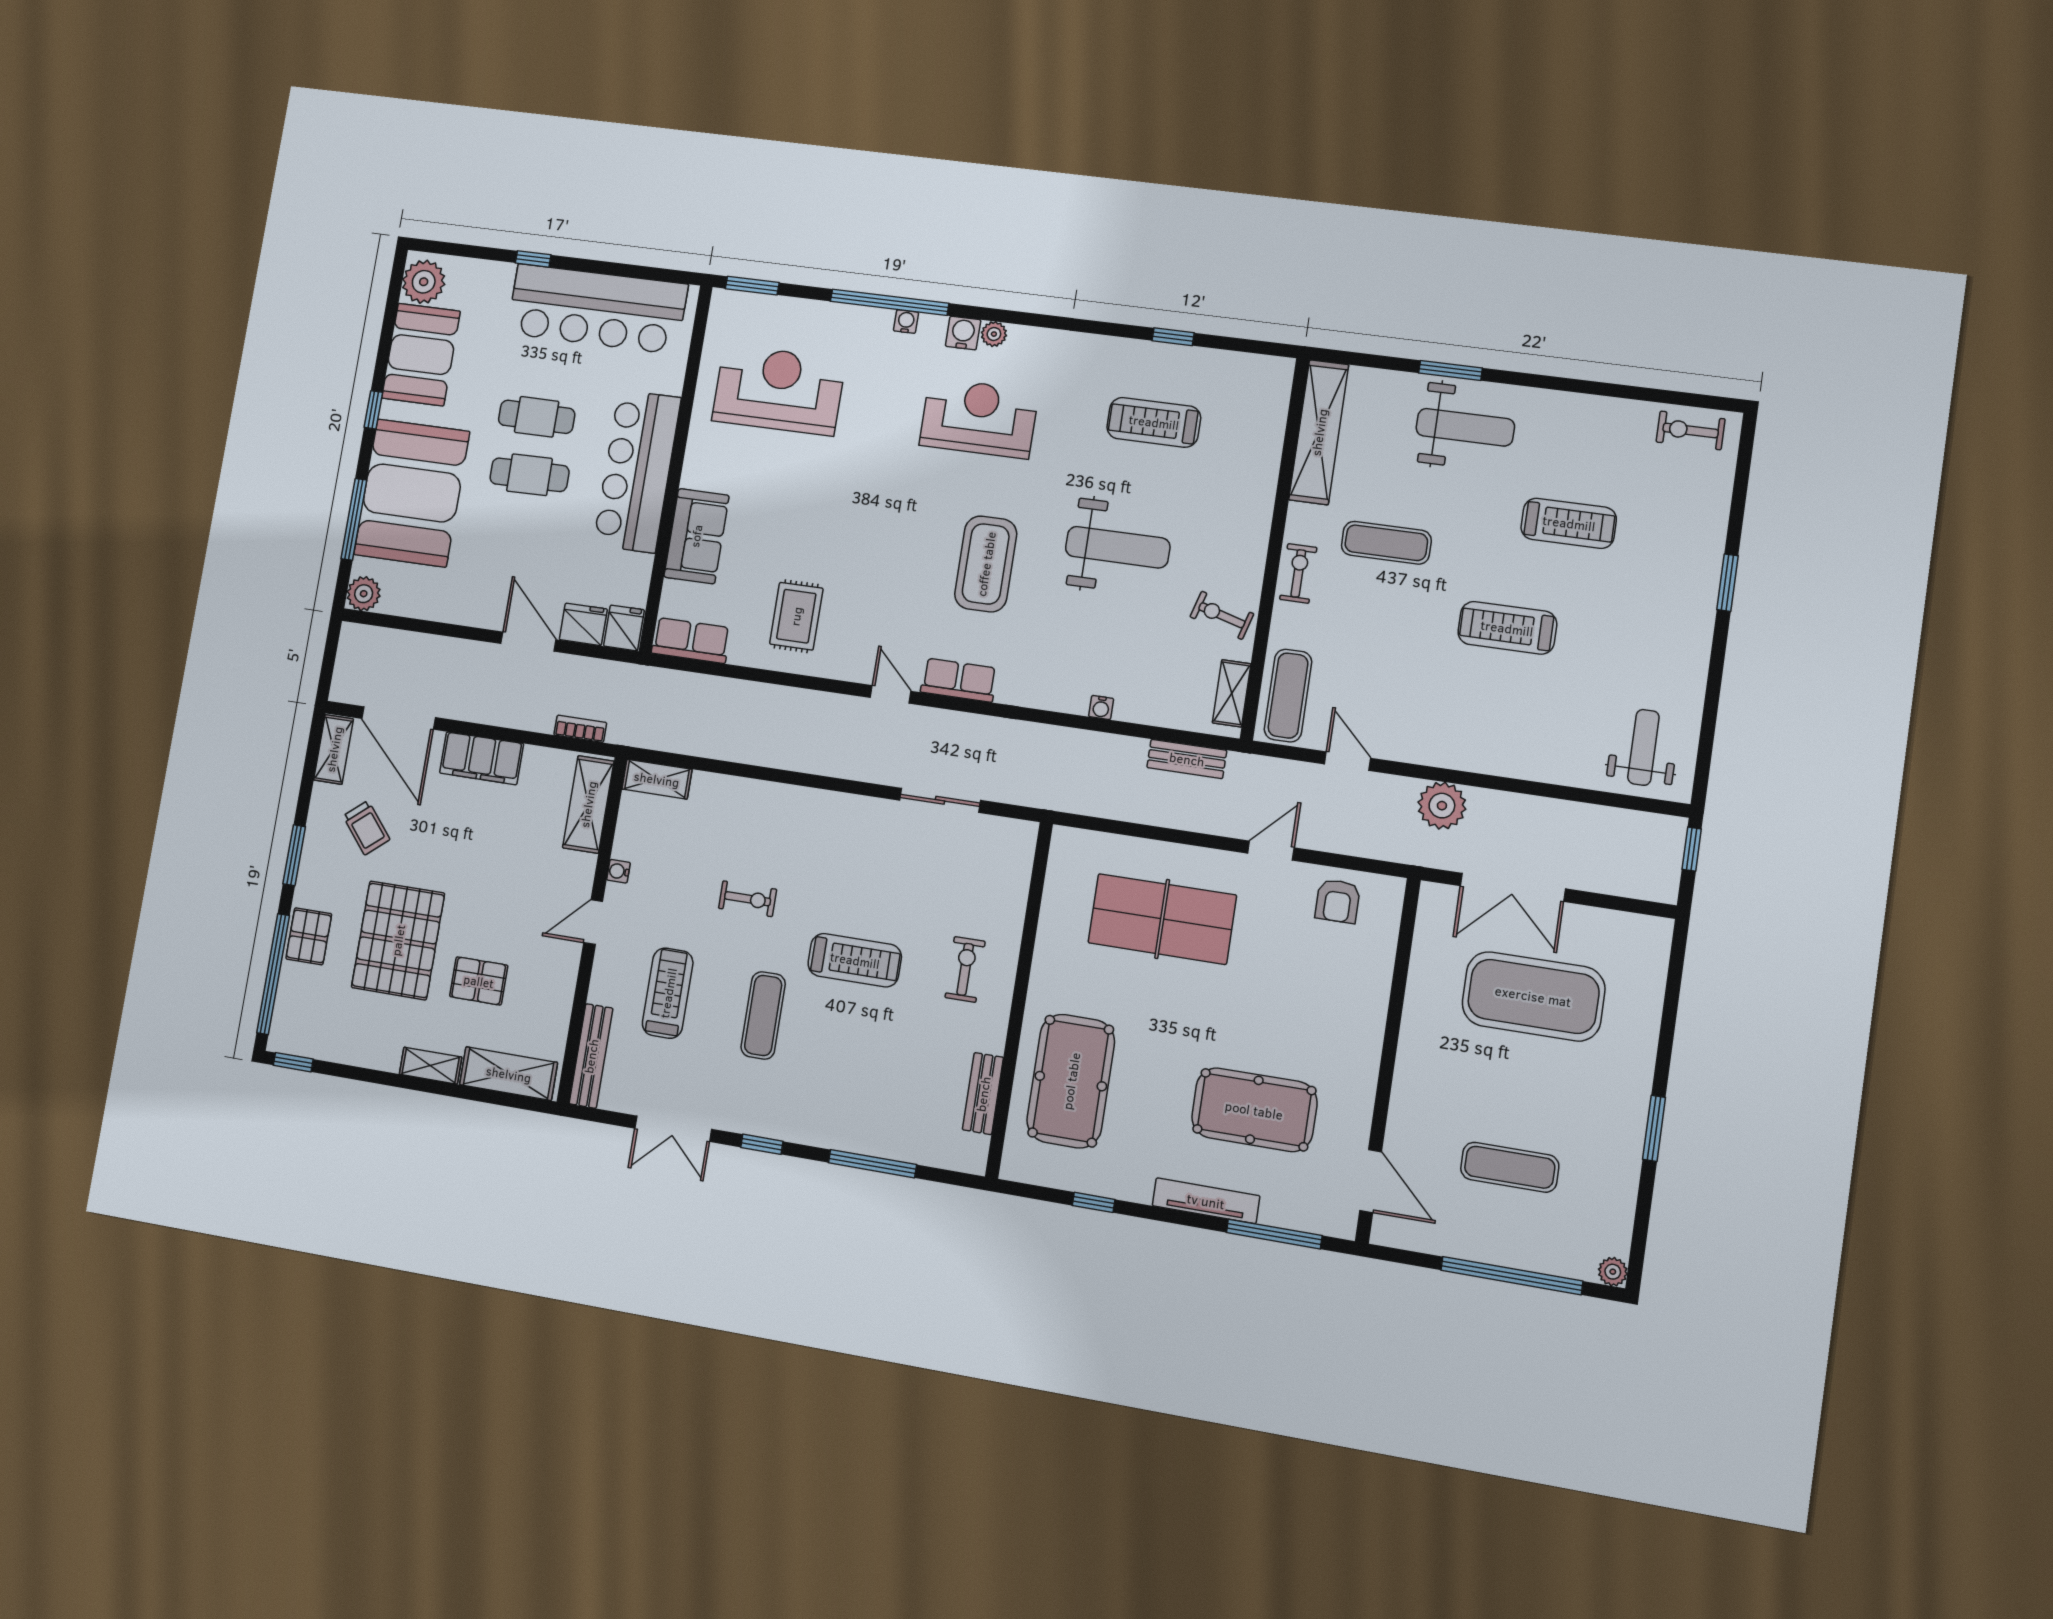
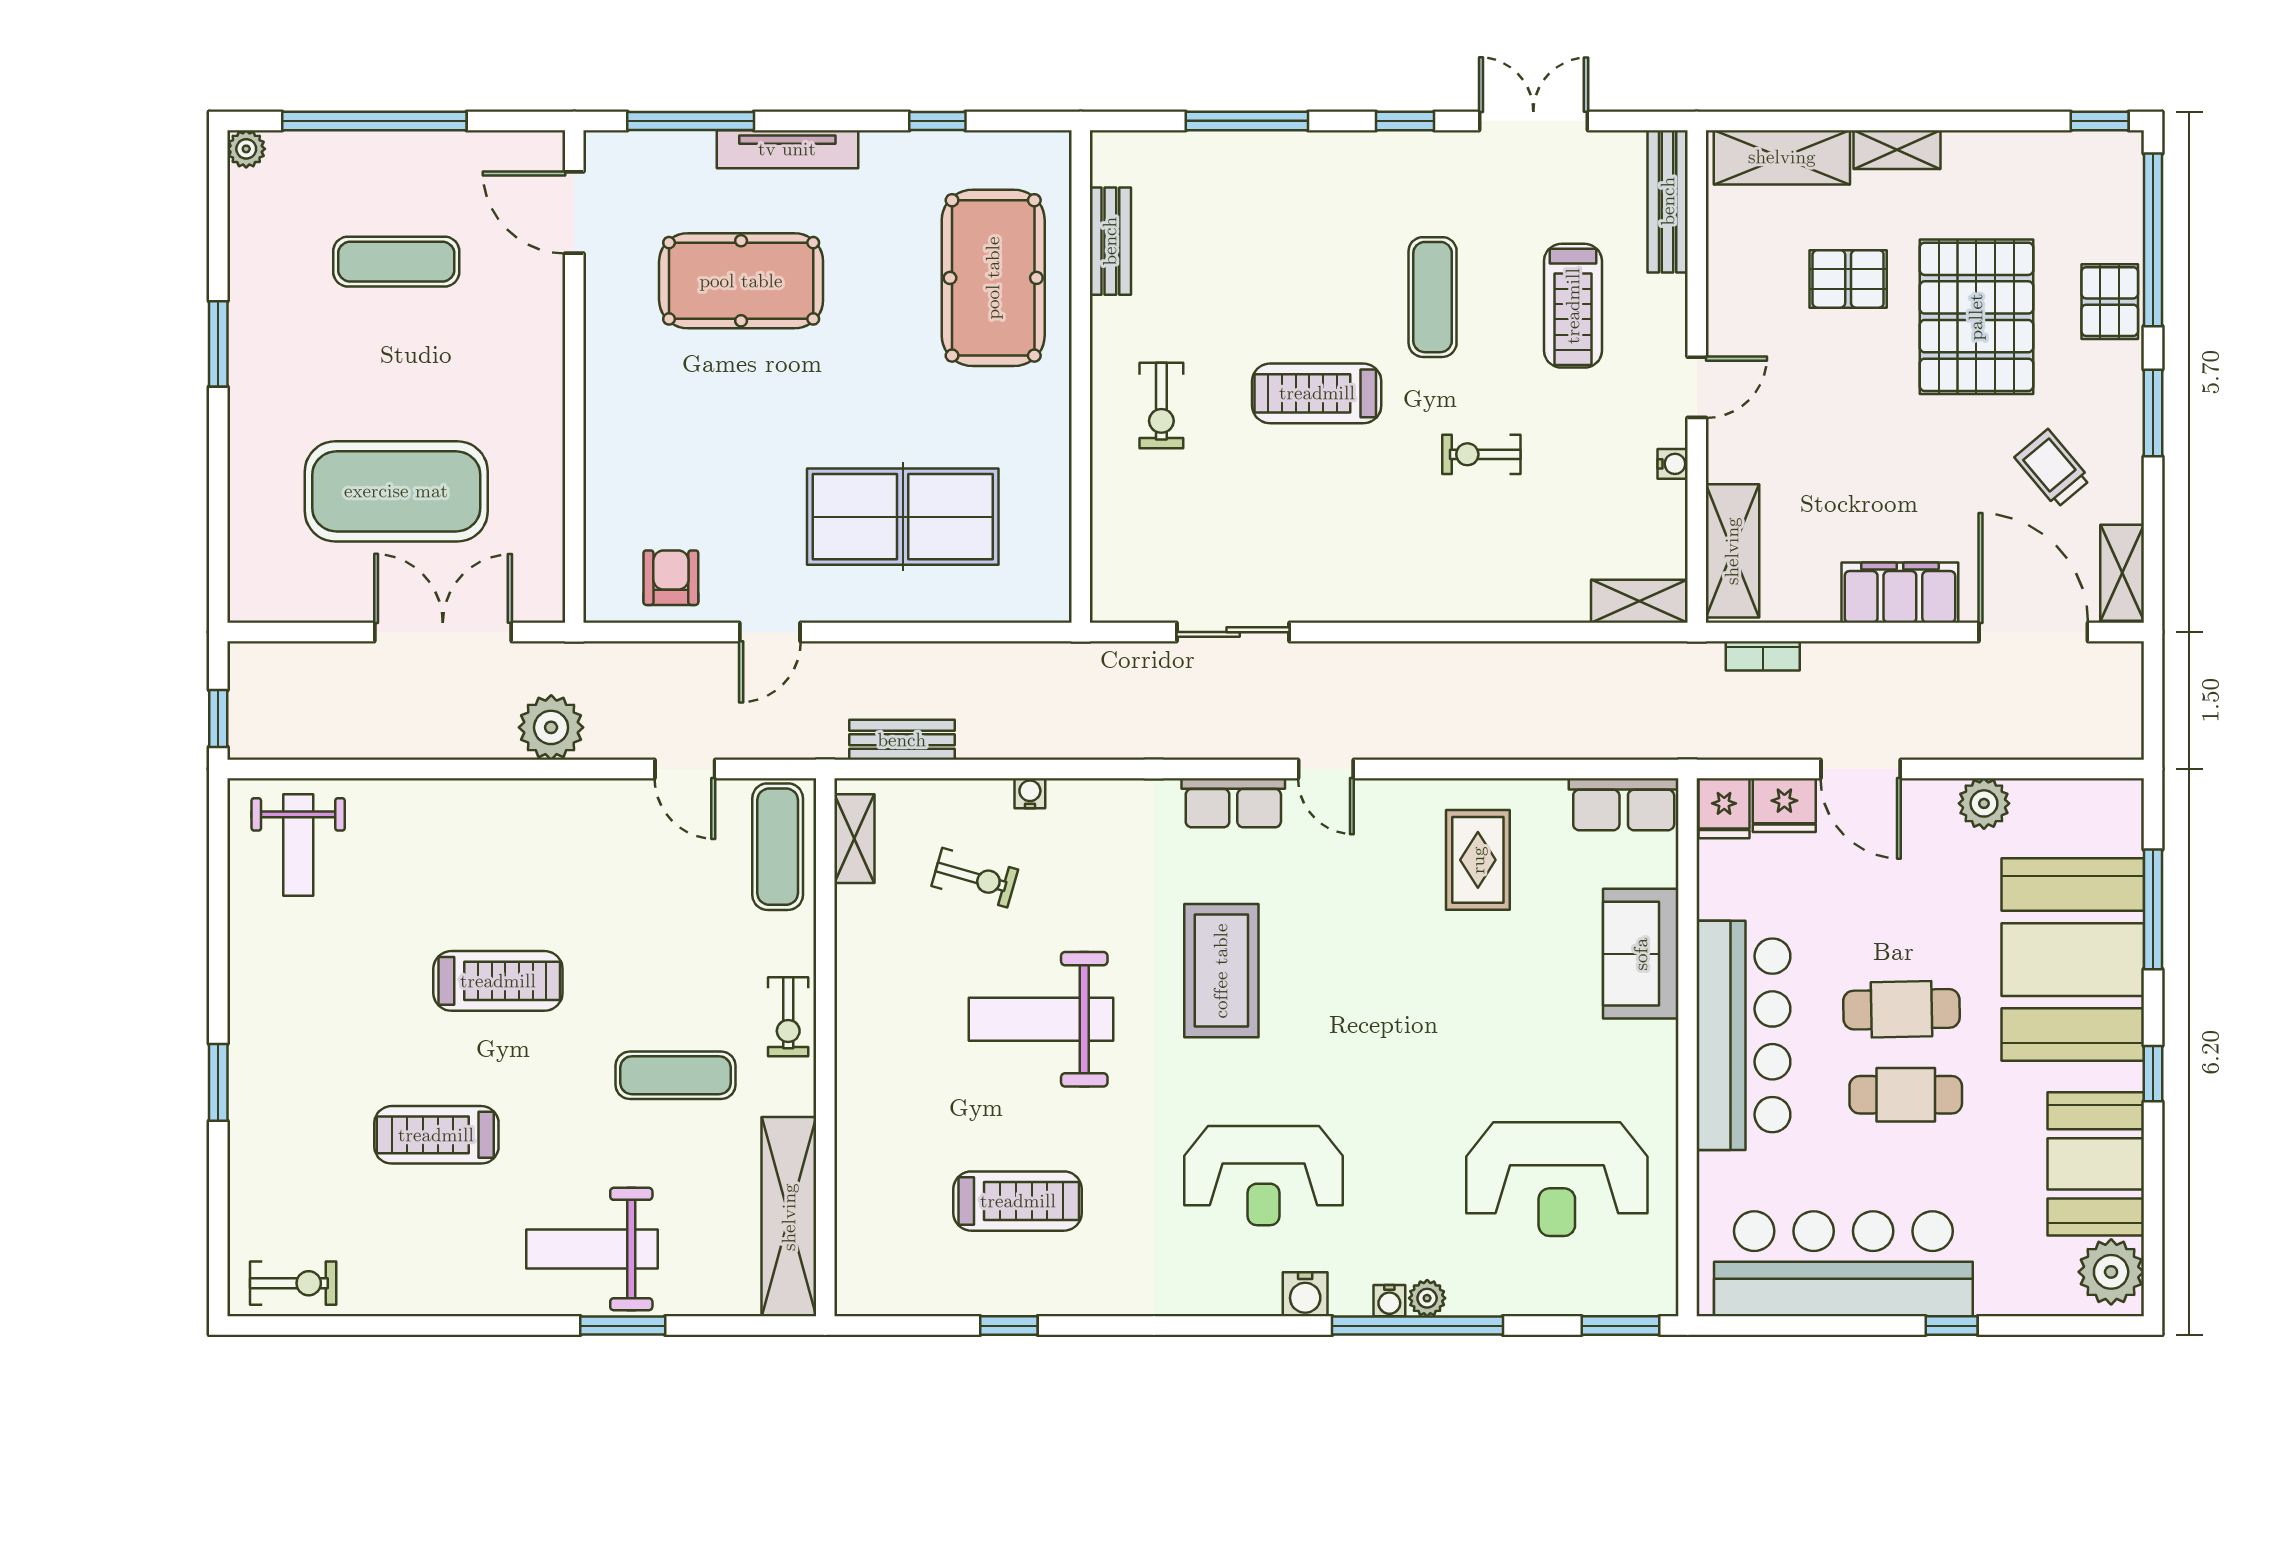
plant: (994, 334) -> (1427, 1298), moved
plant: (364, 594) -> (1984, 803), moved
exercise bike: (1222, 615) -> (975, 878), moved

